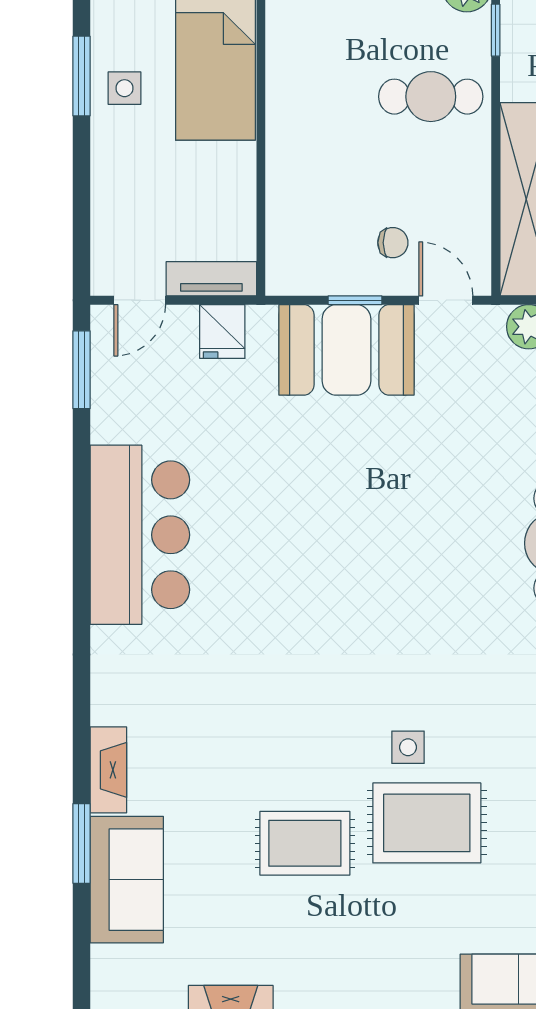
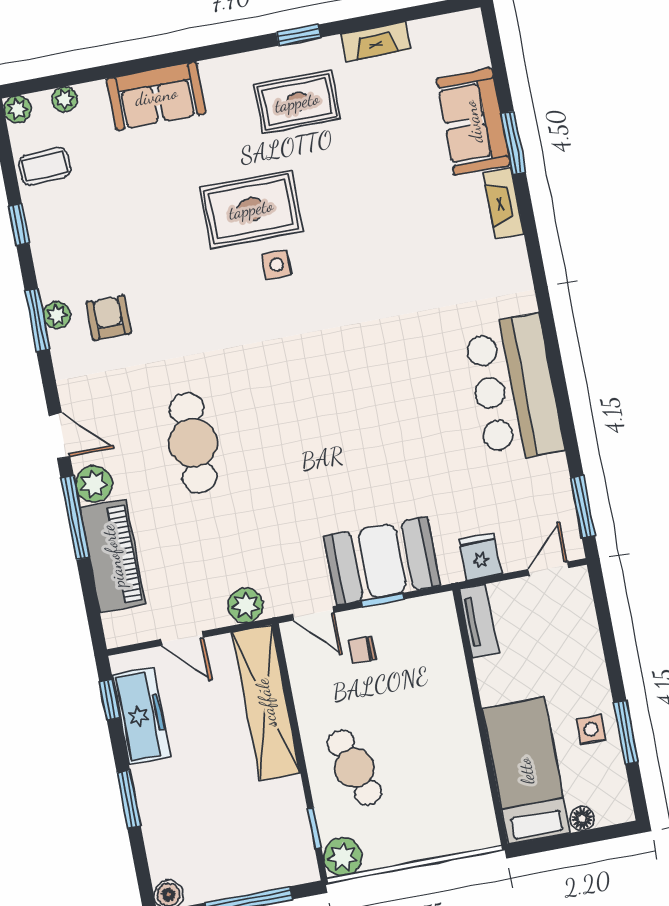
cafe table: (431, 97) -> (354, 768), turned 72
tv unit: (211, 279) -> (479, 621), moved, turned -90
rug: (305, 843) -> (297, 102), moved

